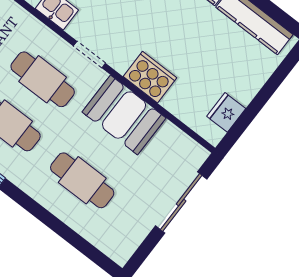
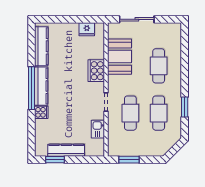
booth: (124, 115) -> (119, 57), moved

